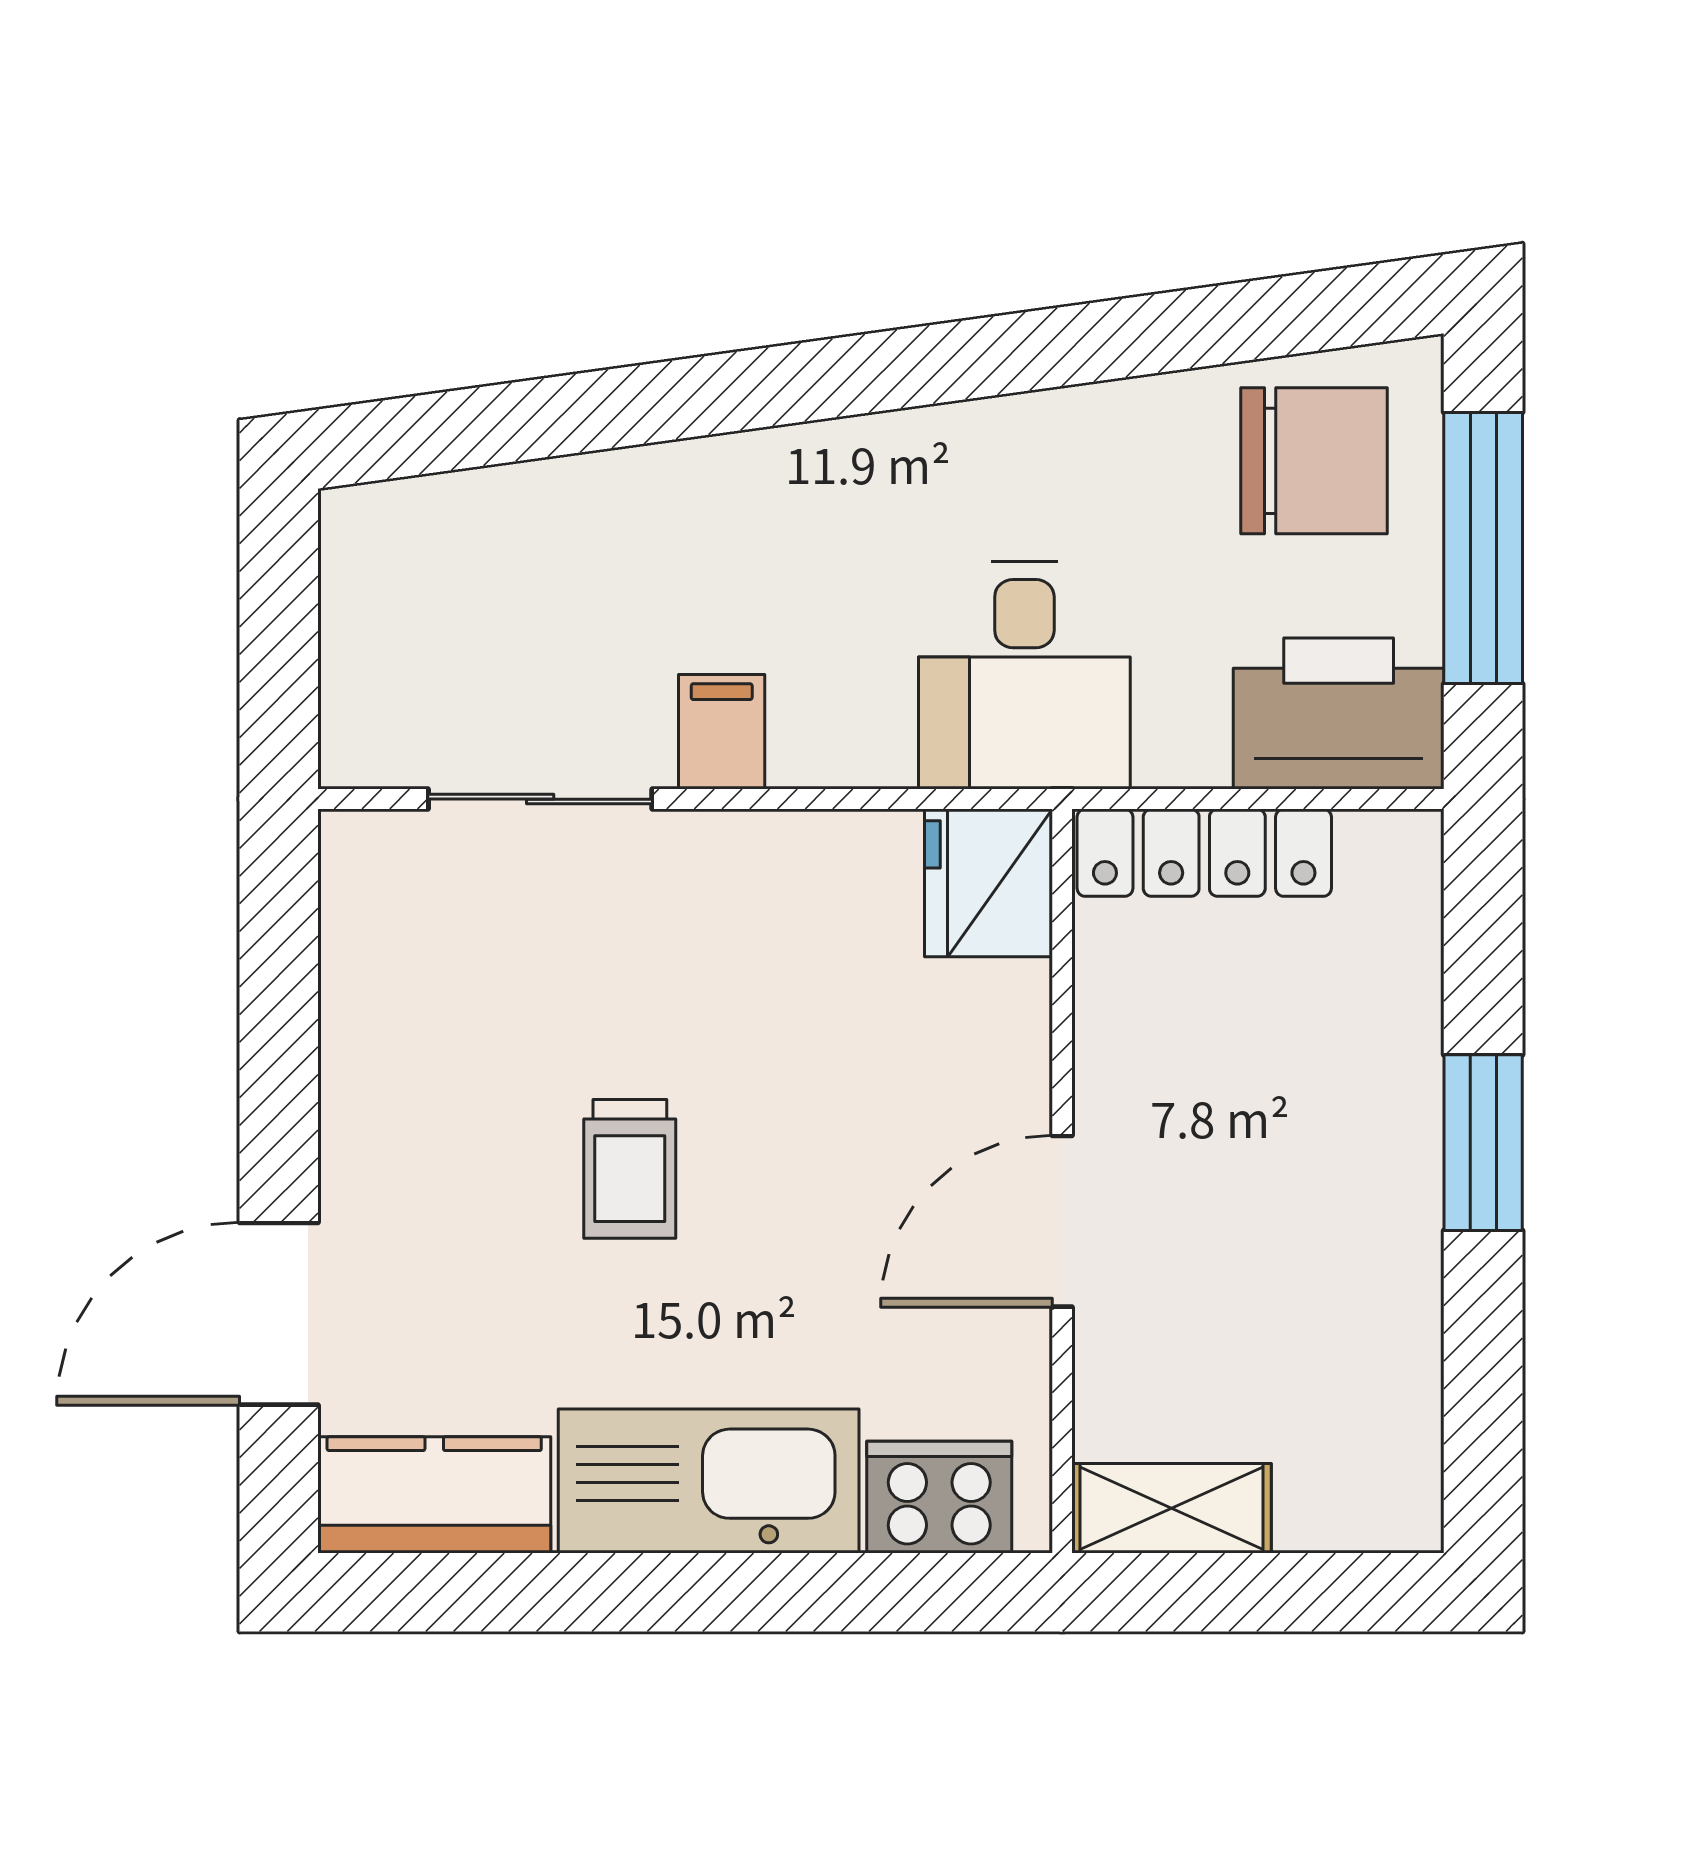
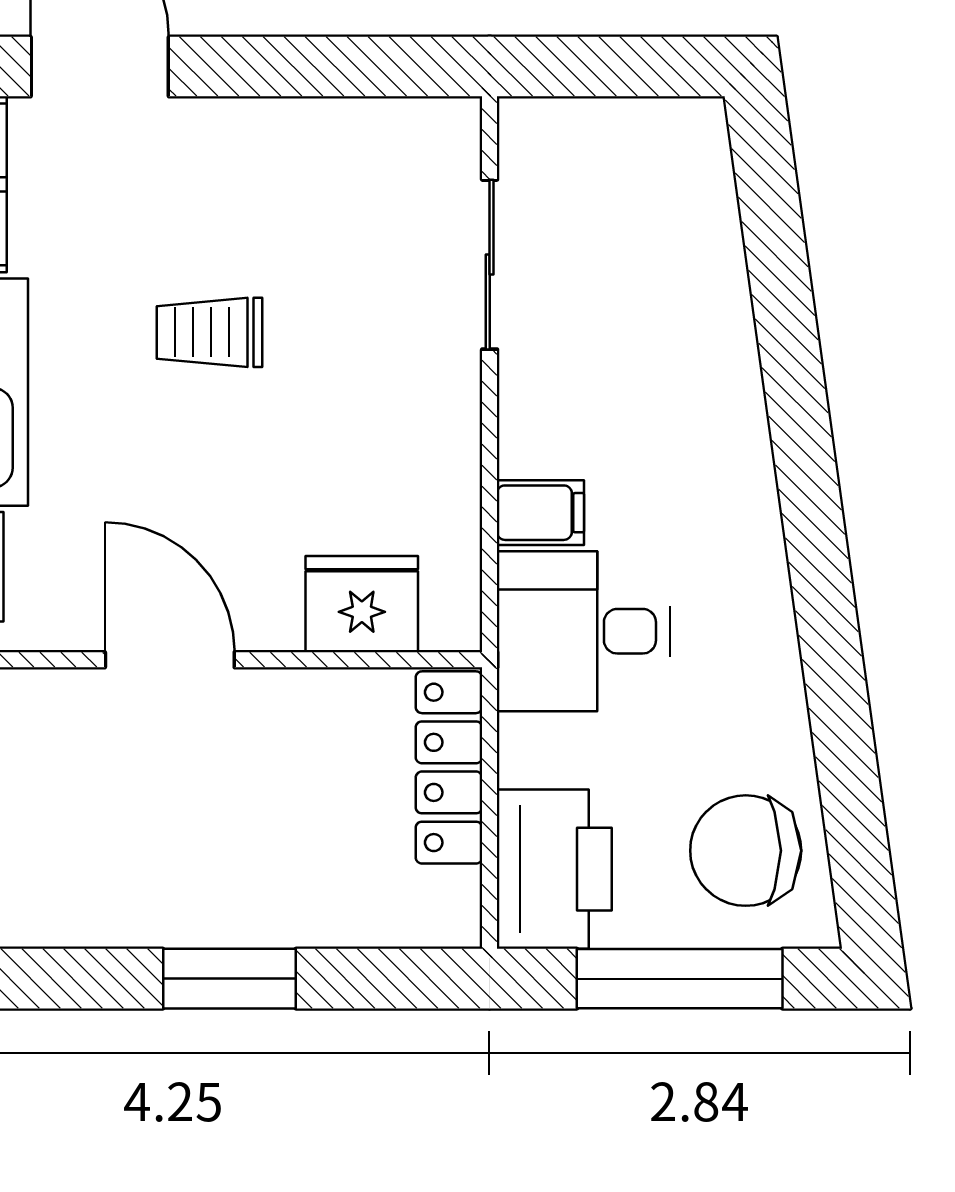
chair: (1314, 461) -> (746, 851), turned 90
filing cabinet: (722, 732) -> (540, 513), moved
fridge: (989, 883) -> (362, 604), moved

